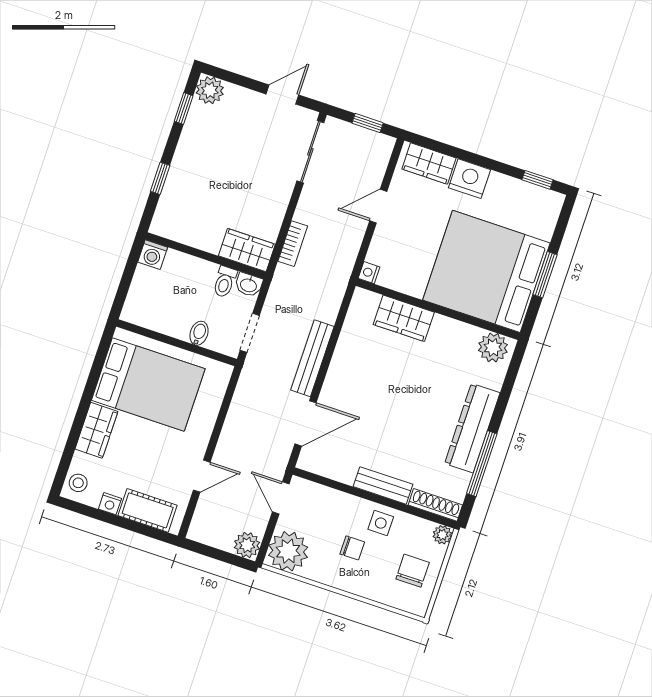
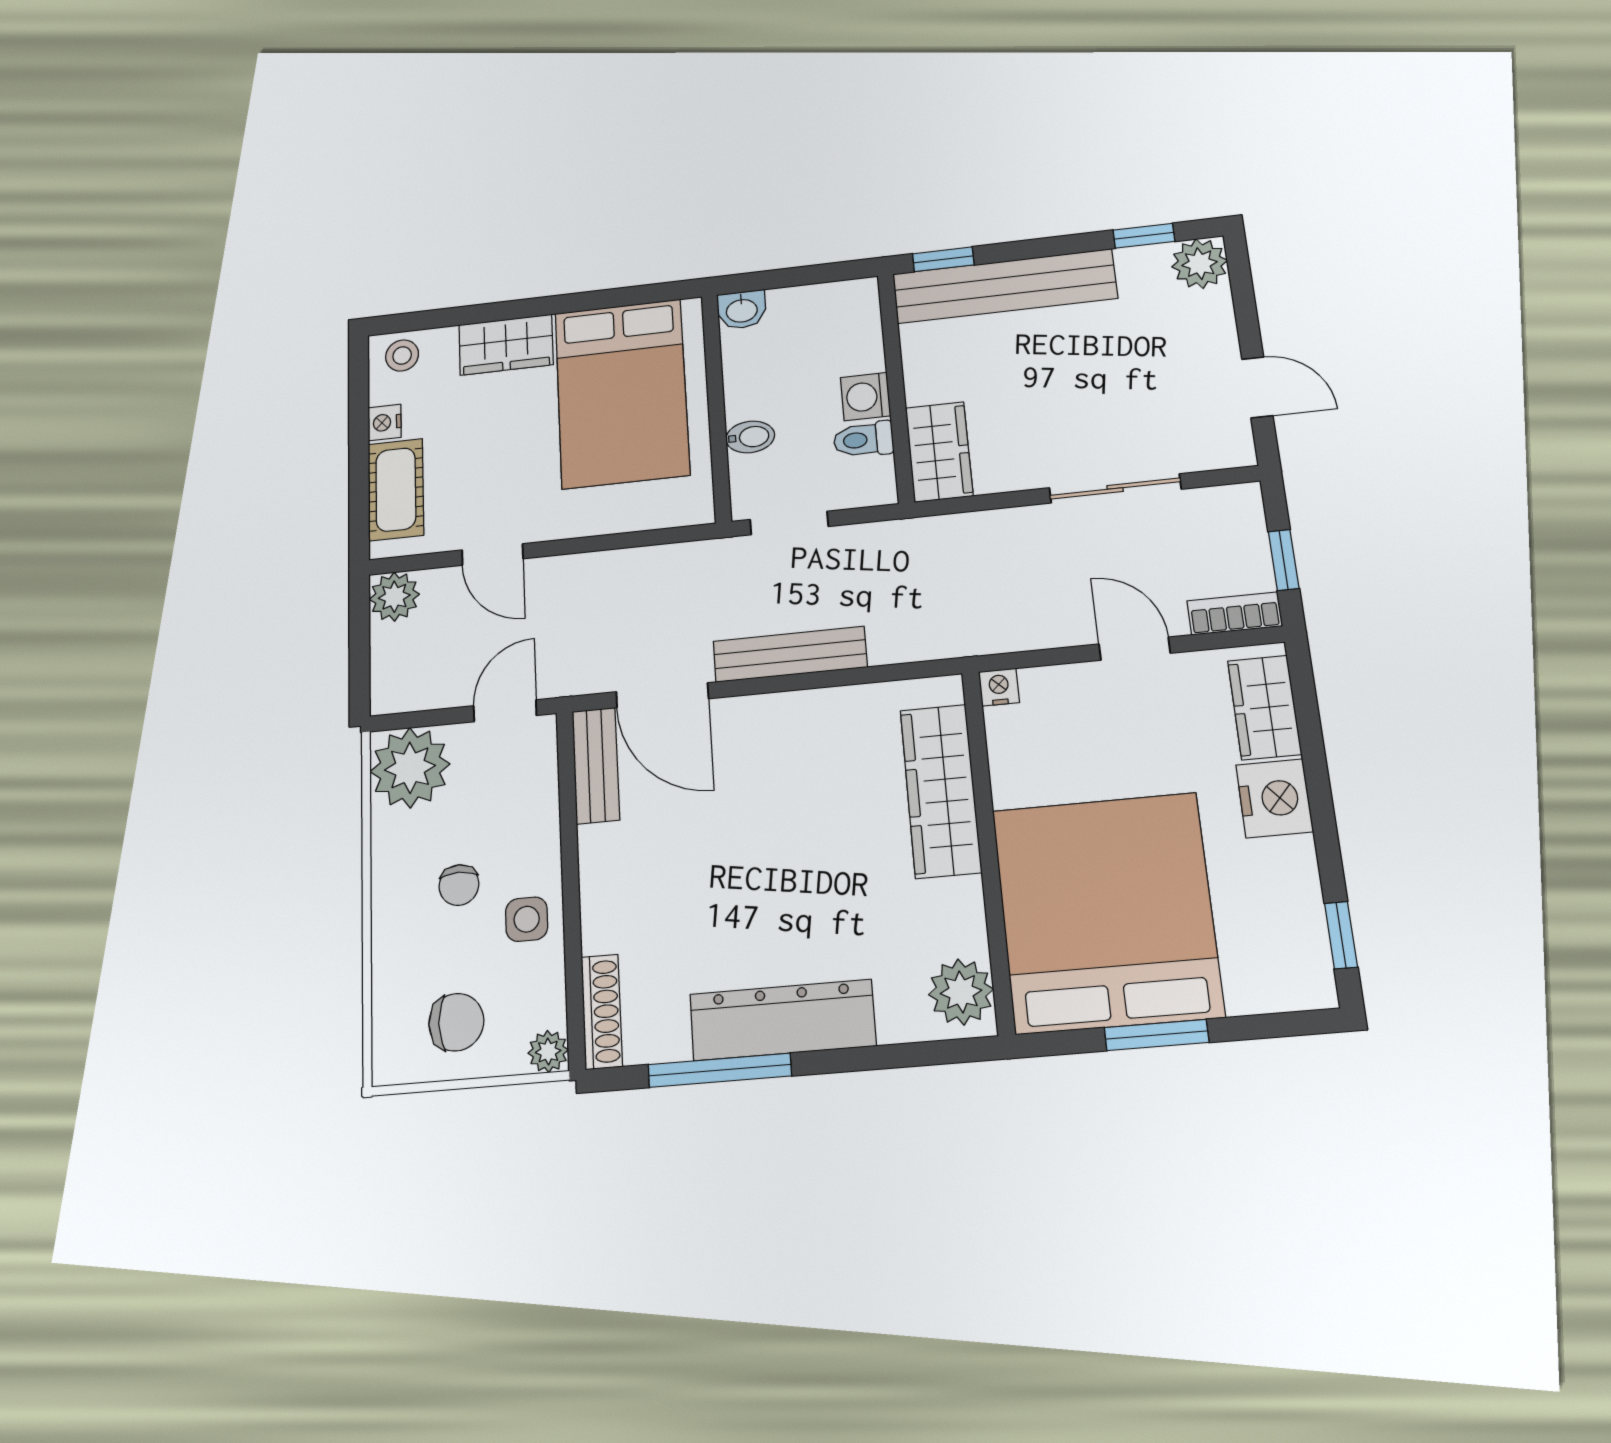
sliding door: (310, 152) -> (1115, 488), moved
window: (160, 178) -> (943, 259), moved
bench: (179, 184) -> (1005, 286), added
bookcase: (293, 244) -> (1235, 613), moved, turned 180
washing machine: (153, 255) -> (866, 397), moved
washbasin: (249, 285) -> (742, 310), moved, turned -90
wardrobe: (404, 318) -> (941, 791), width x1.50
bench: (383, 485) -> (596, 765), moved
plant: (247, 545) -> (394, 597), moved

